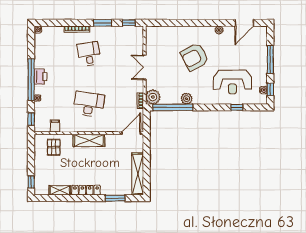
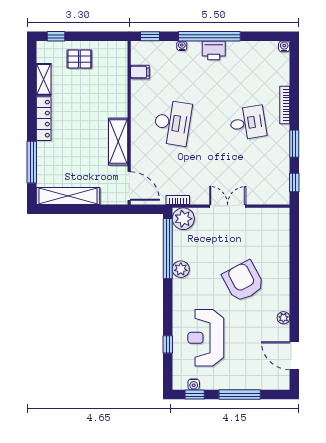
shelving: (89, 140) -> (118, 142), moved
pallet: (54, 147) -> (79, 59), moved
window: (115, 198) -> (32, 162), width x1.44

